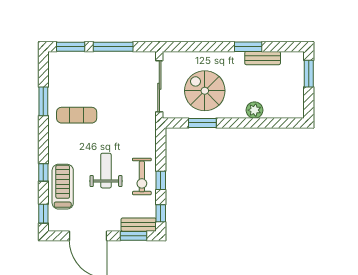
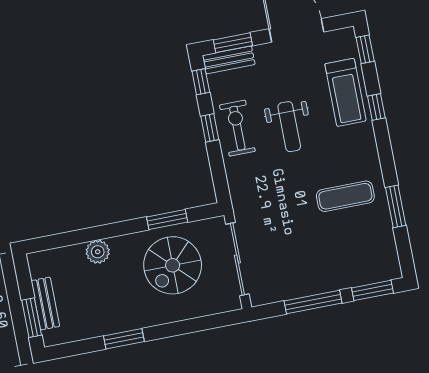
bench: (263, 58) -> (45, 304), moved, turned 90
spiral stairs: (205, 91) -> (173, 265), turned 90

